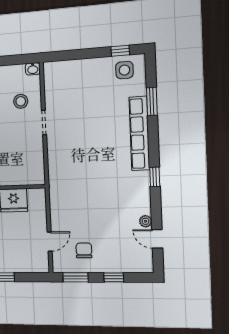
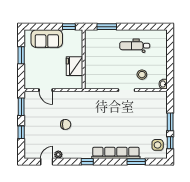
window: (88, 54) -> (170, 122), added
chair: (84, 250) -> (66, 124), moved

